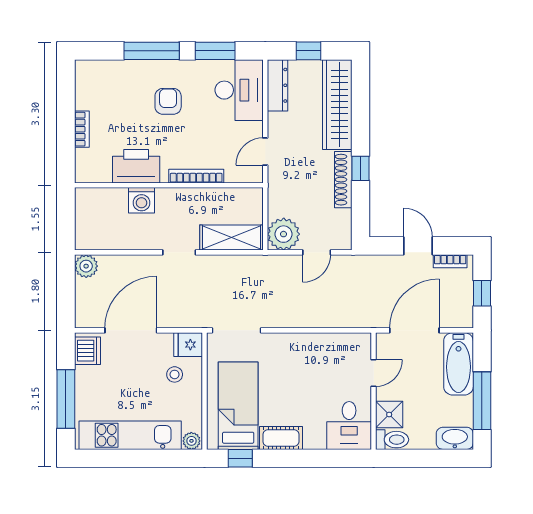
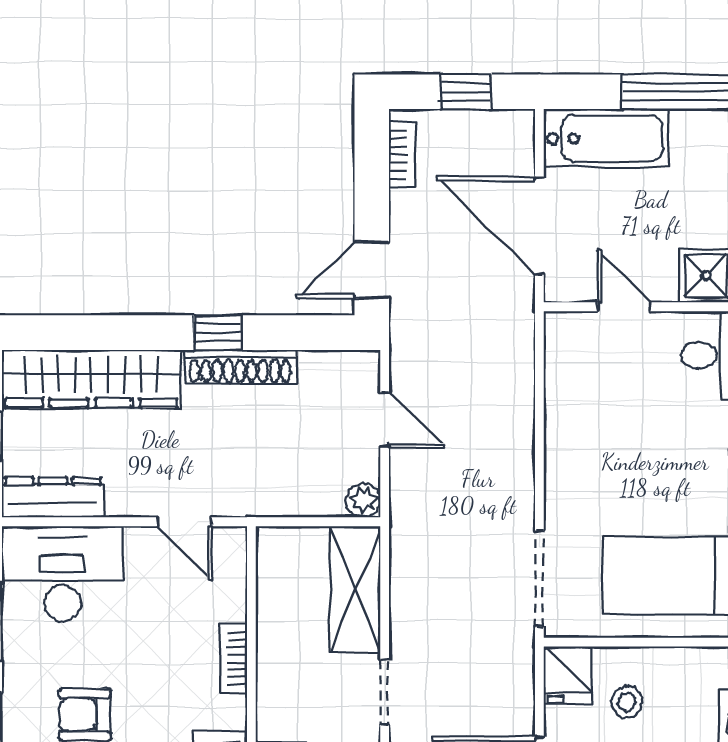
bookcase: (196, 176) -> (233, 659), width x0.64
plant: (284, 234) -> (363, 500), width x0.53, depth x0.53
door: (418, 246) -> (372, 270), moved

